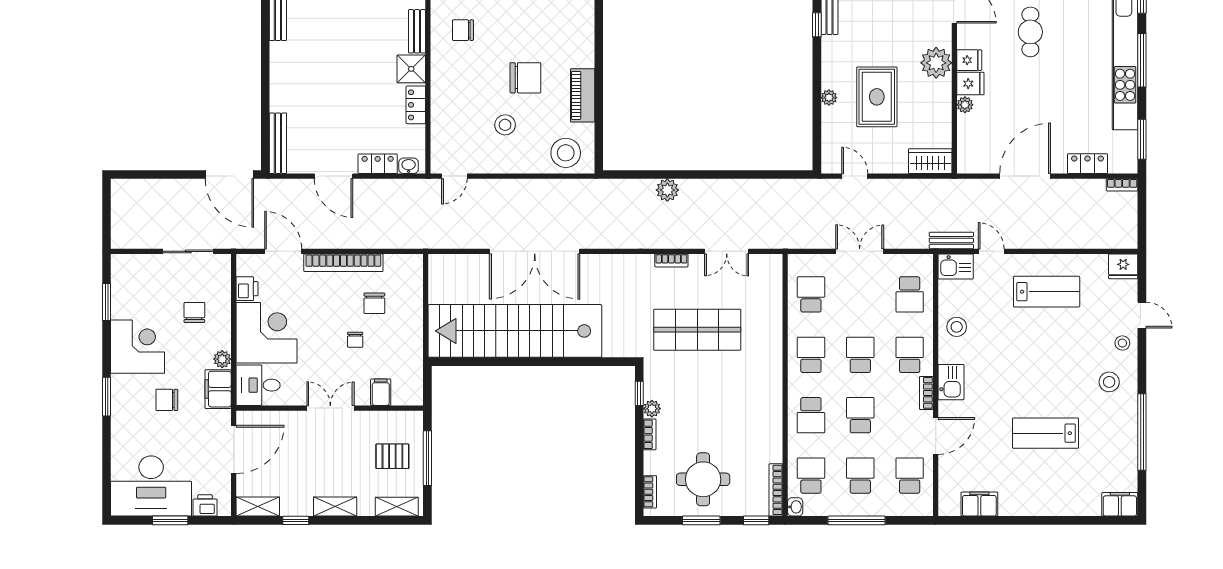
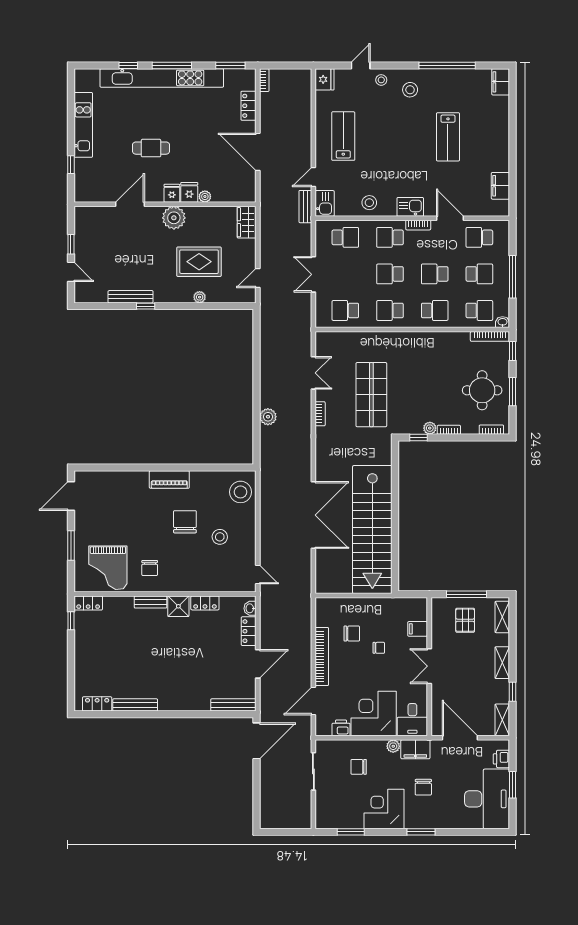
piano: (583, 95) -> (169, 480), moved
school desk: (811, 476) -> (479, 310), turned 180
school desk: (860, 476) -> (479, 274), turned 180

